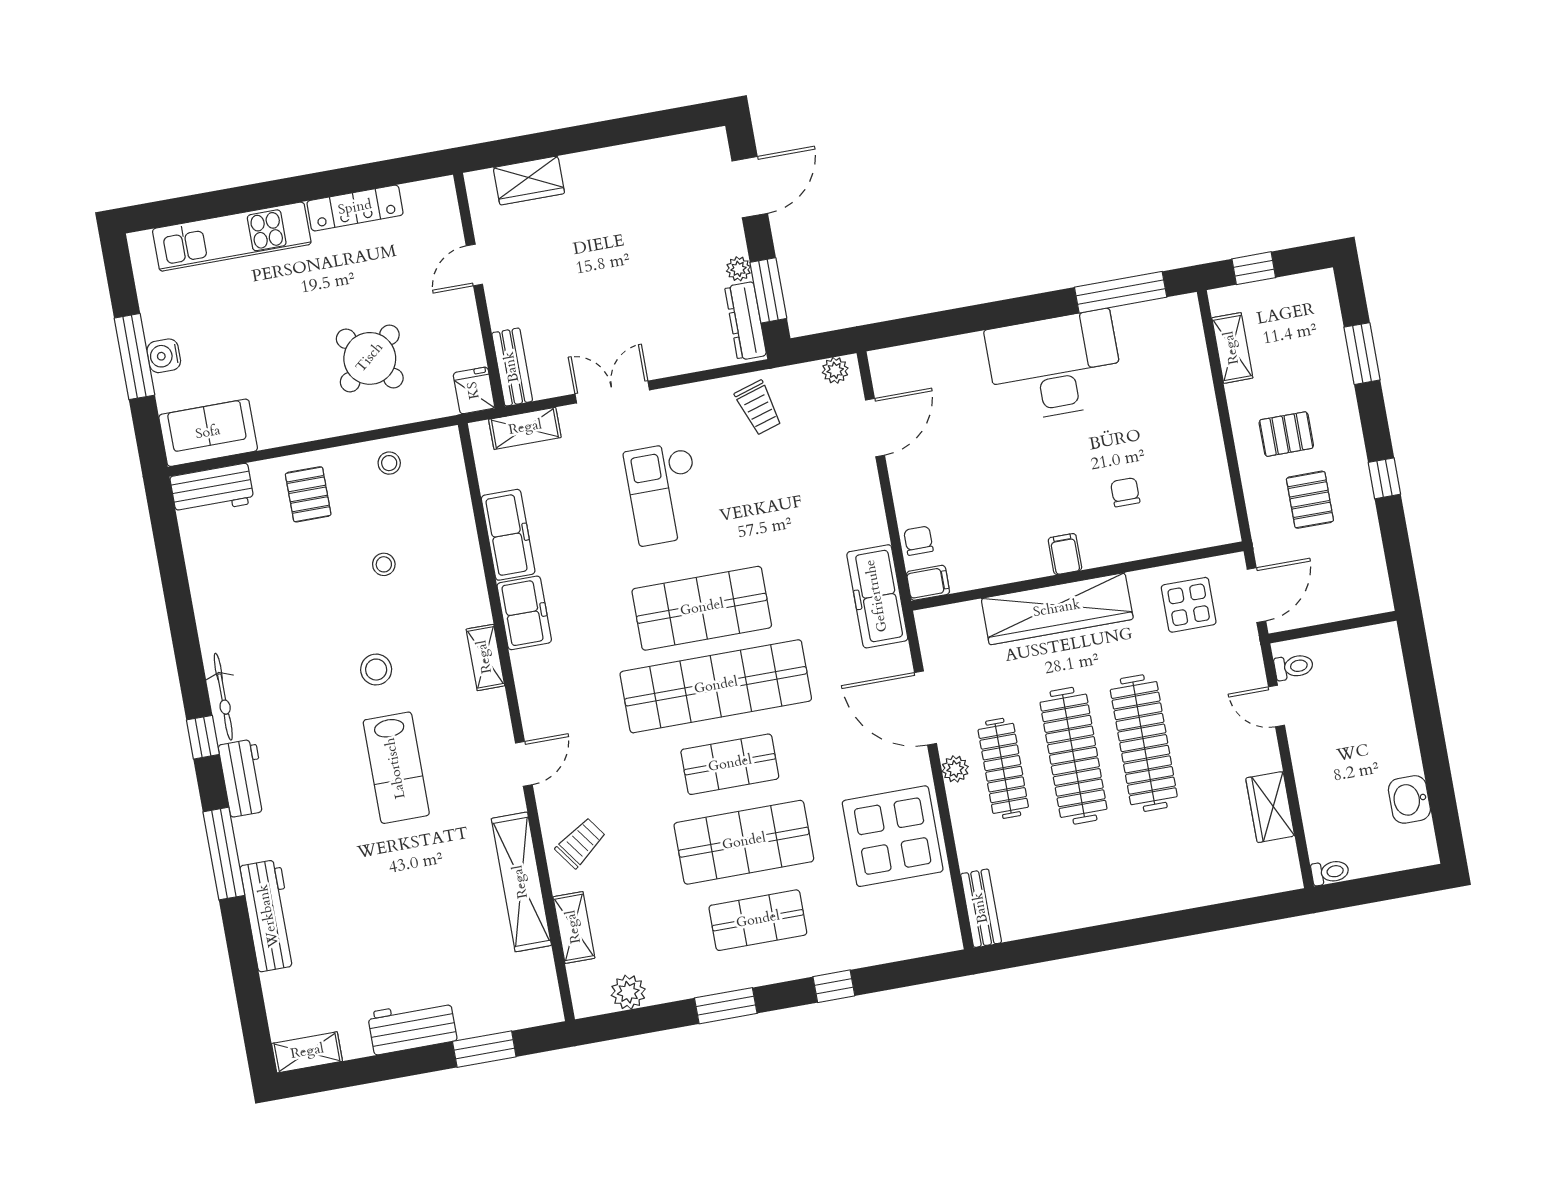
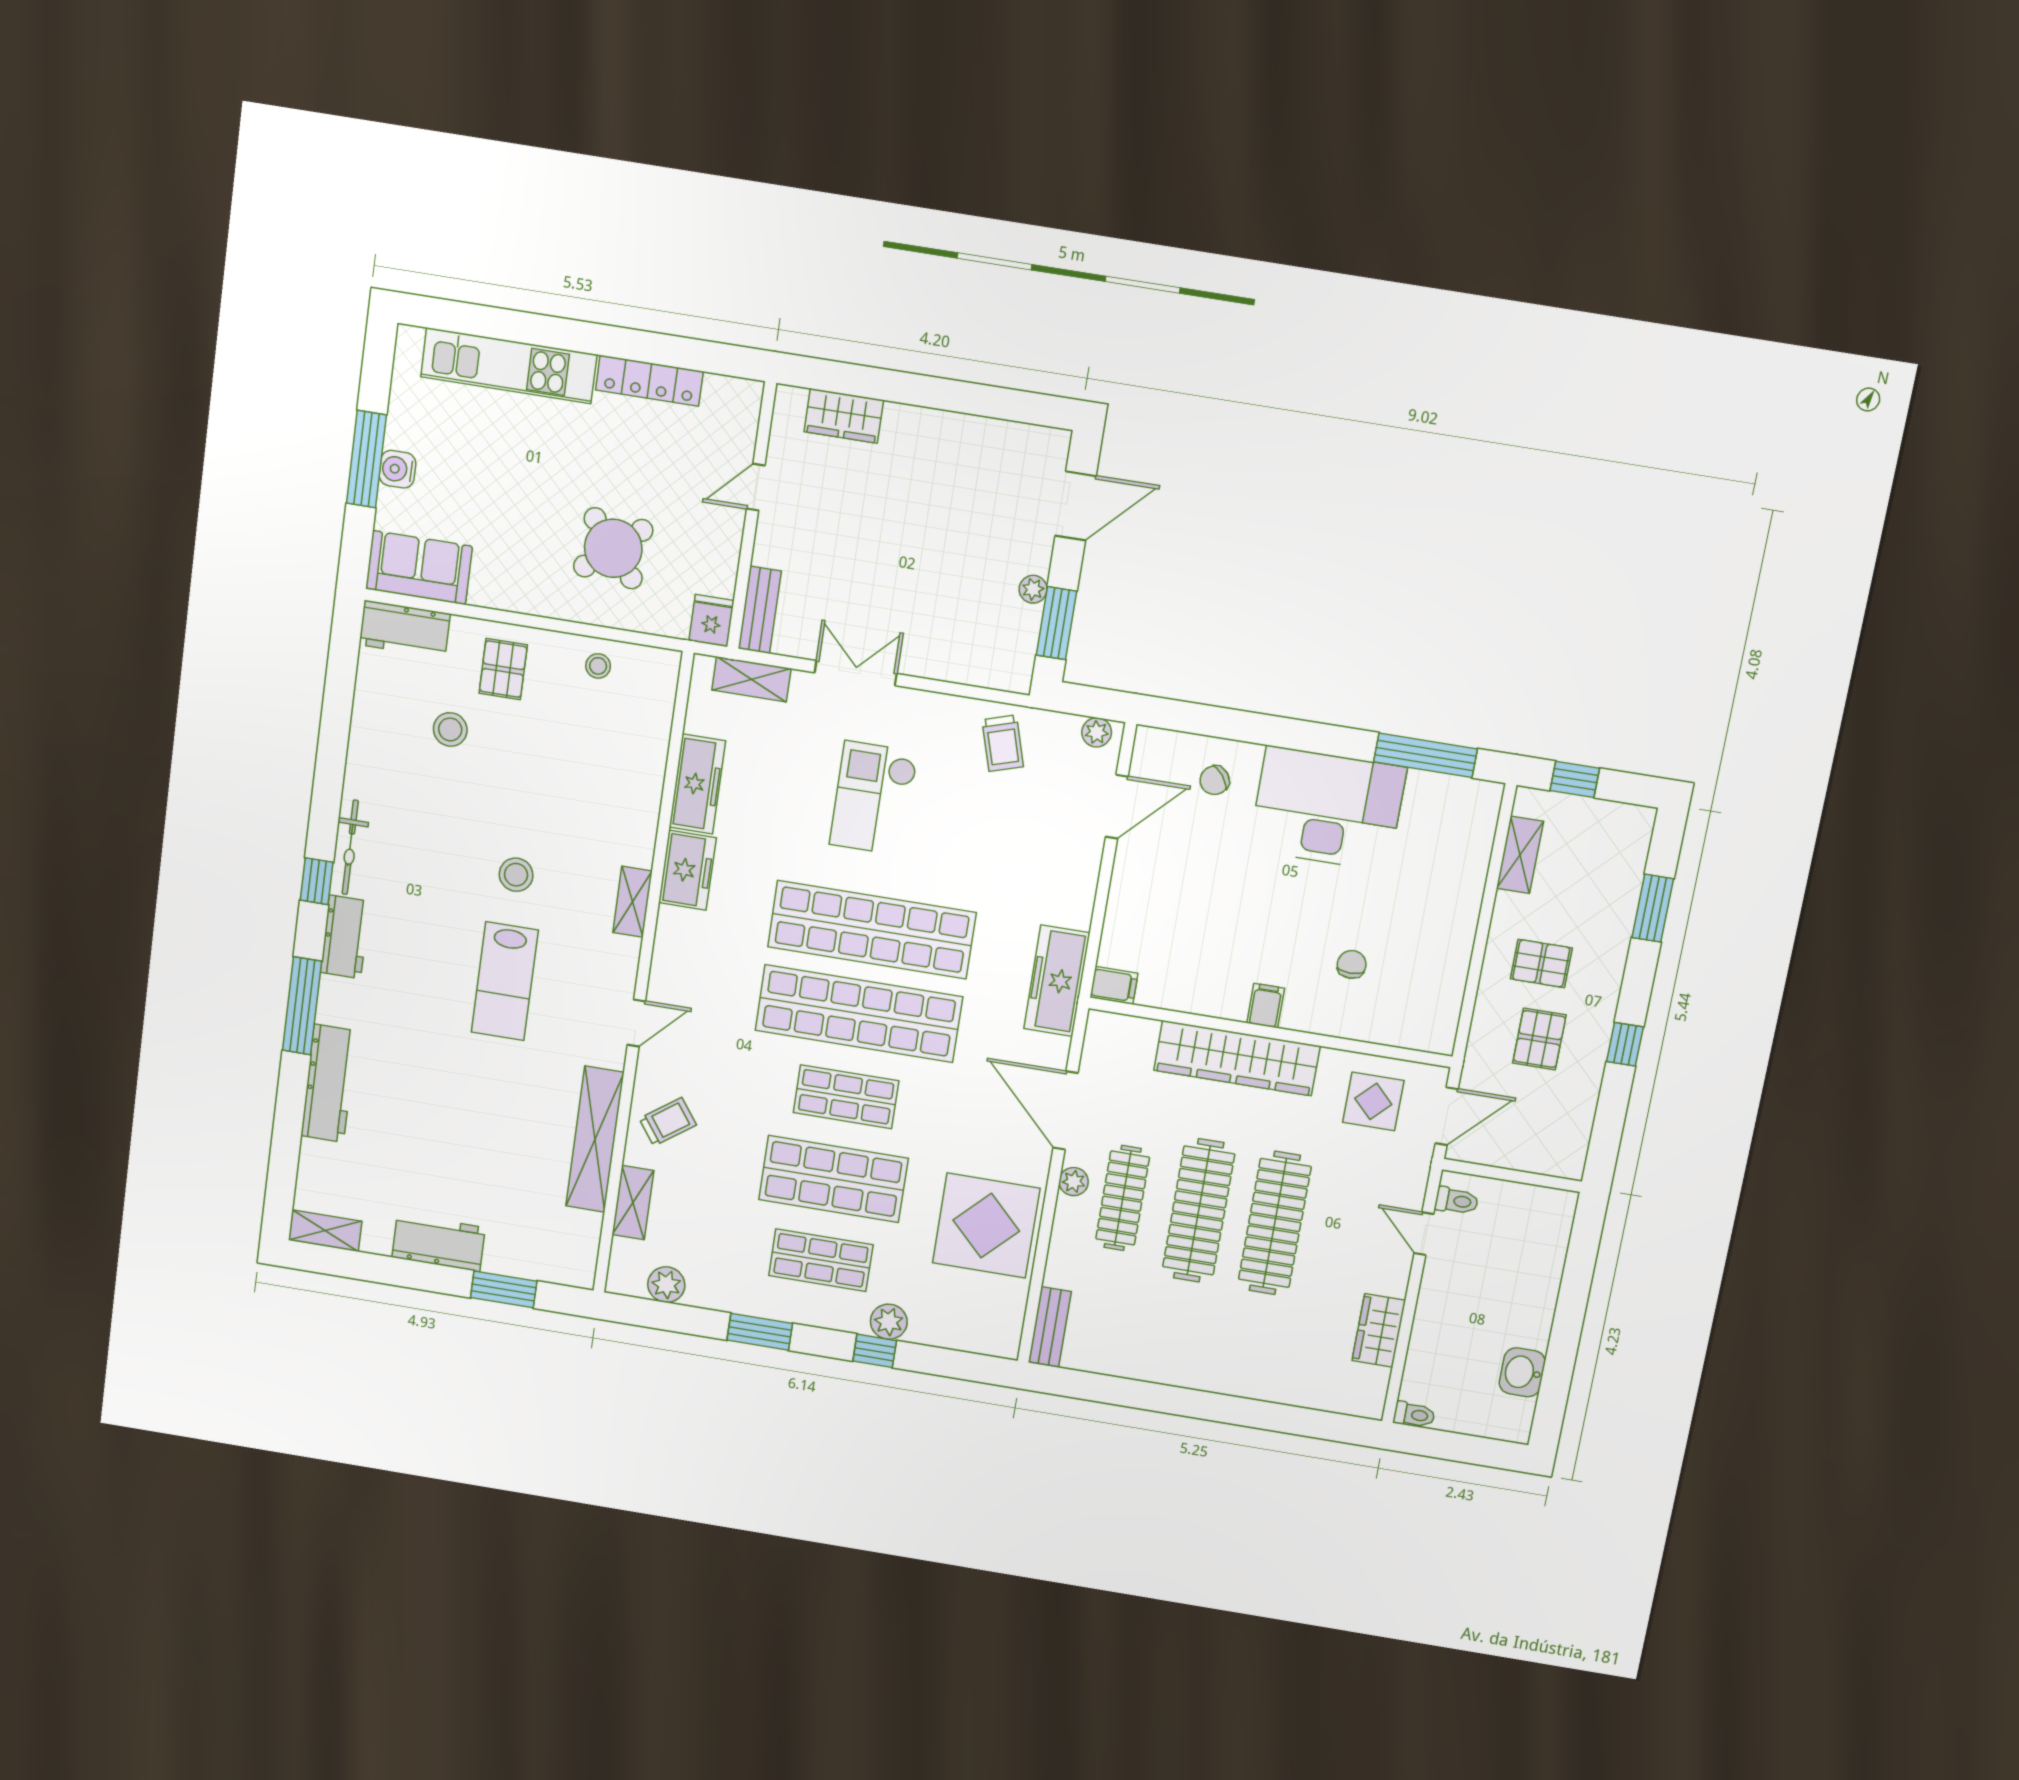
dresser: (746, 321) -> (1021, 647), removed
chair: (918, 541) -> (1215, 780), moved, turned -128
stool: (384, 564) -> (450, 729), moved, width x1.37, depth x1.37
shop shelf: (702, 608) -> (872, 930), width x1.40
plant: (837, 955) -> (889, 1322), added

